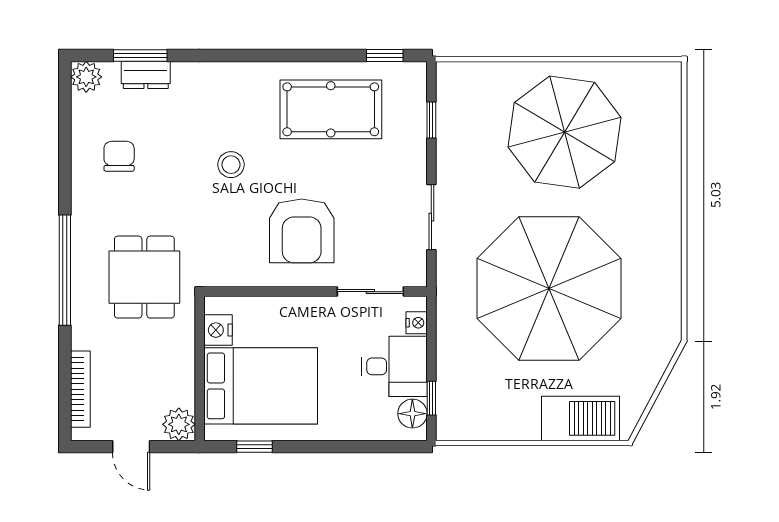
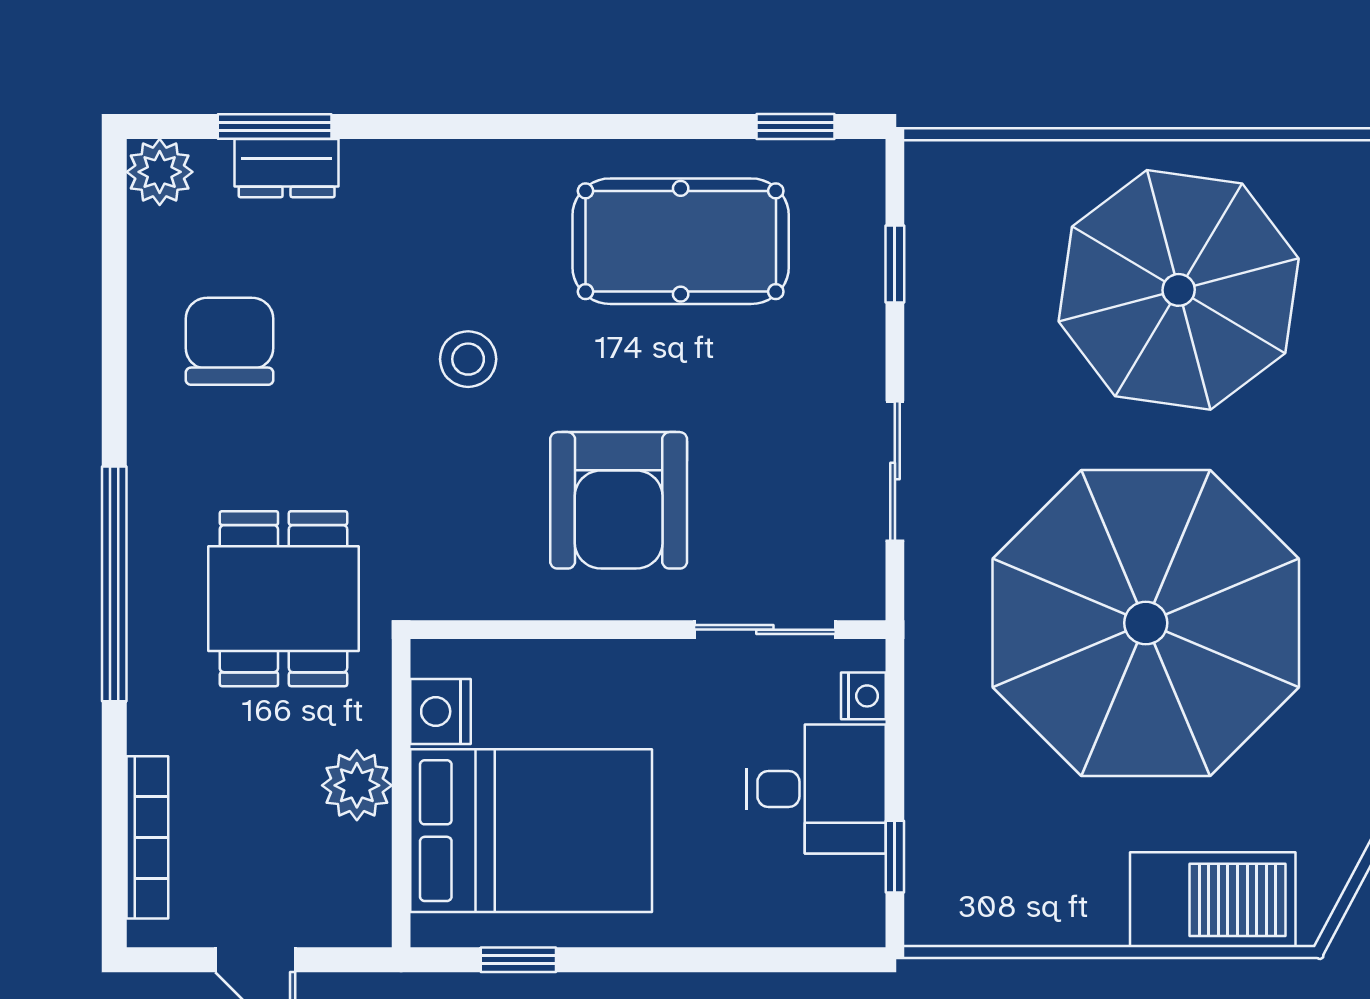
chair: (119, 156) -> (230, 341), width x1.37, depth x1.37
floor lamp: (412, 414) -> (855, 890), removed
plant: (179, 424) -> (357, 785), moved

